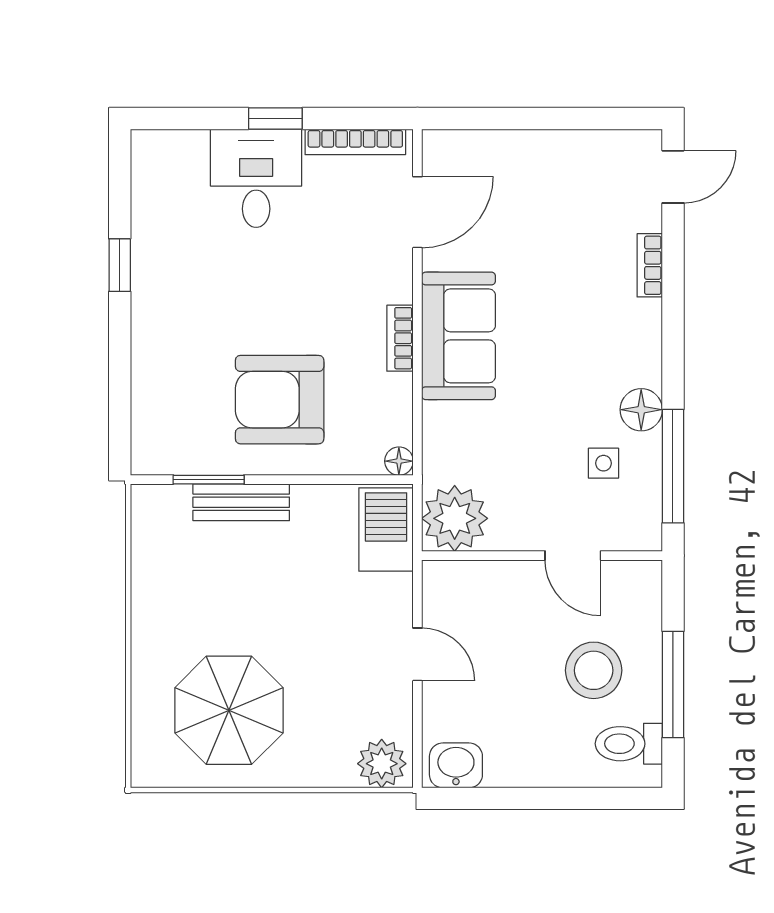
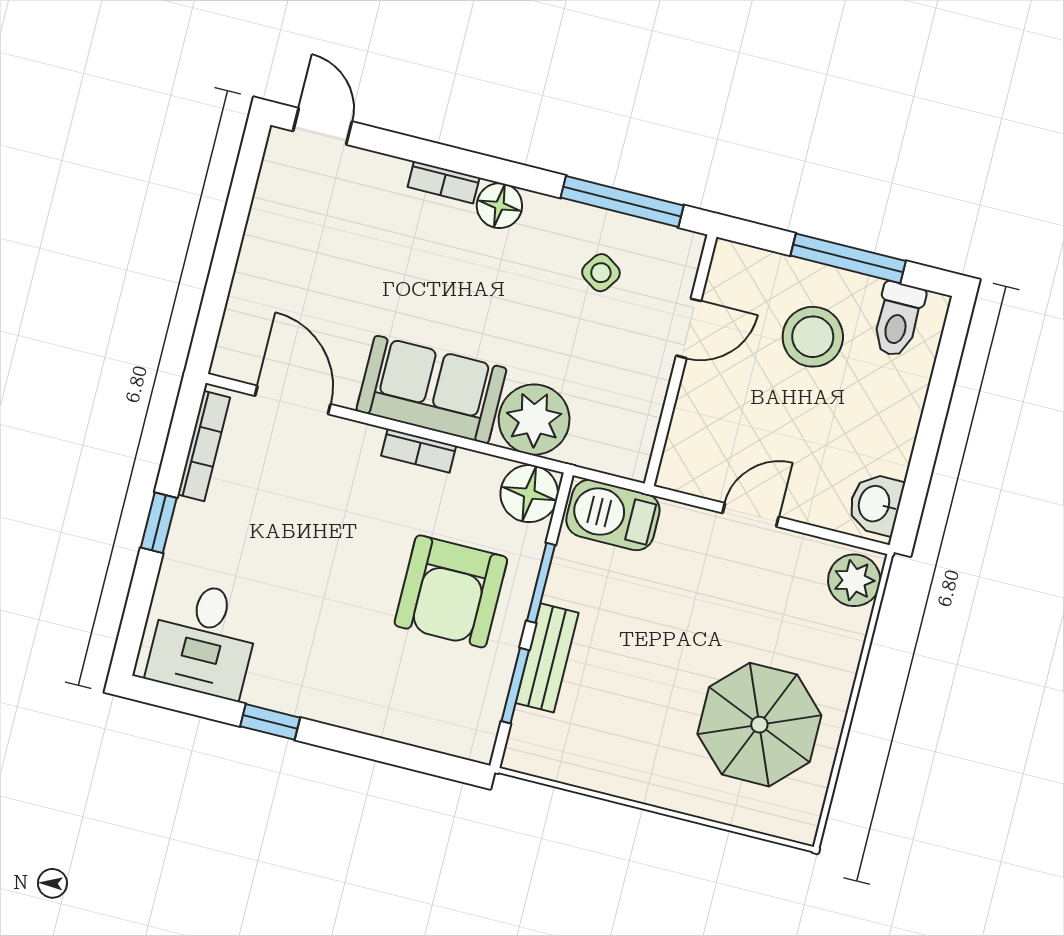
desk: (256, 178) -> (204, 640), moved, turned -90
bookcase: (650, 265) -> (444, 182), moved
floor lamp: (641, 410) -> (499, 206), moved
floor lamp: (399, 461) -> (529, 494), width x1.89, depth x1.89
side table: (604, 463) -> (601, 273), turned 34
window: (308, 480) -> (541, 583), added
plant: (455, 518) -> (534, 420), moved

